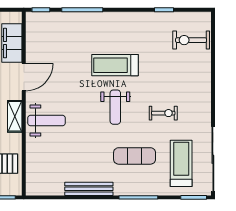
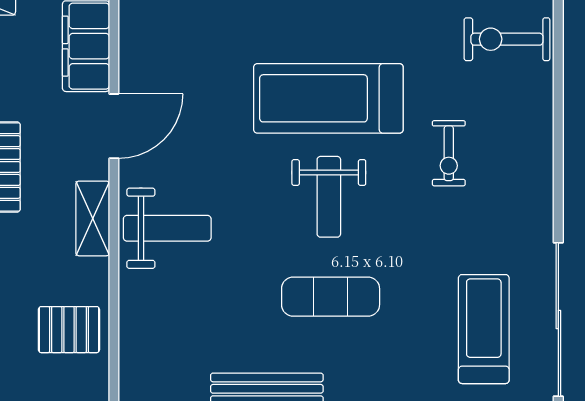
treadmill: (115, 65) -> (328, 98), width x1.37, depth x1.38
exercise bike: (163, 113) -> (449, 153), moved, turned 90
exercise mat: (135, 156) -> (331, 297), moved

